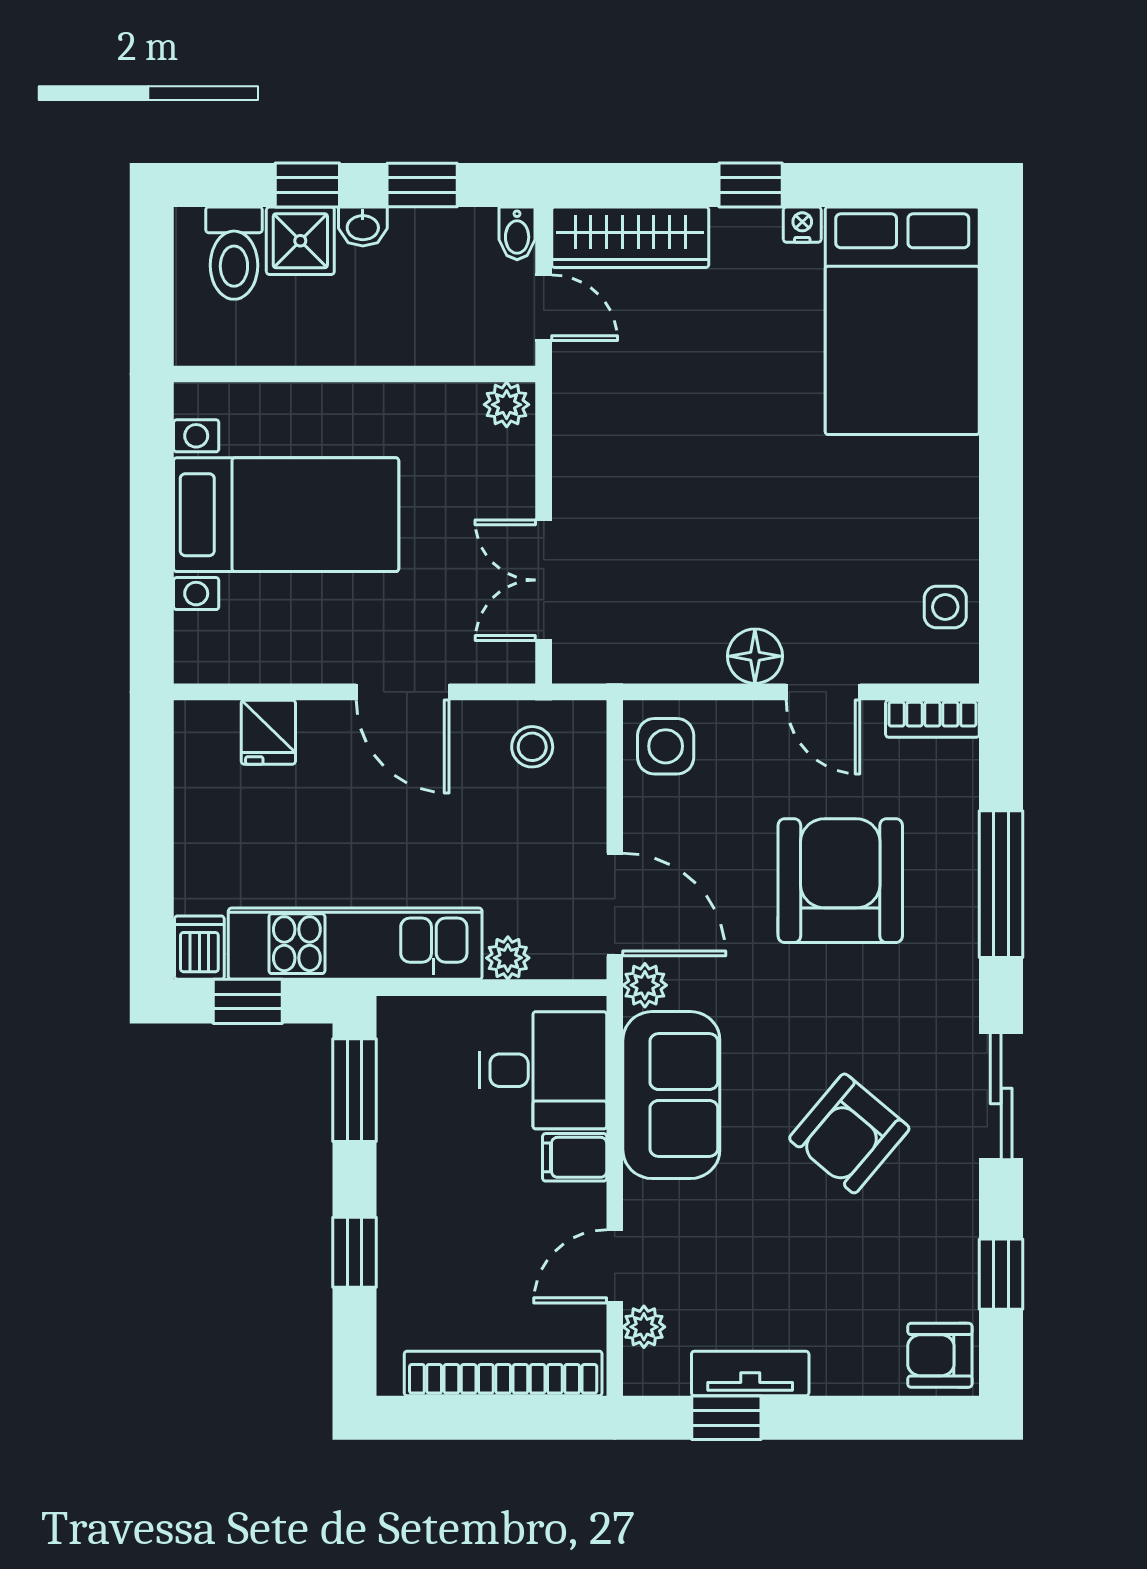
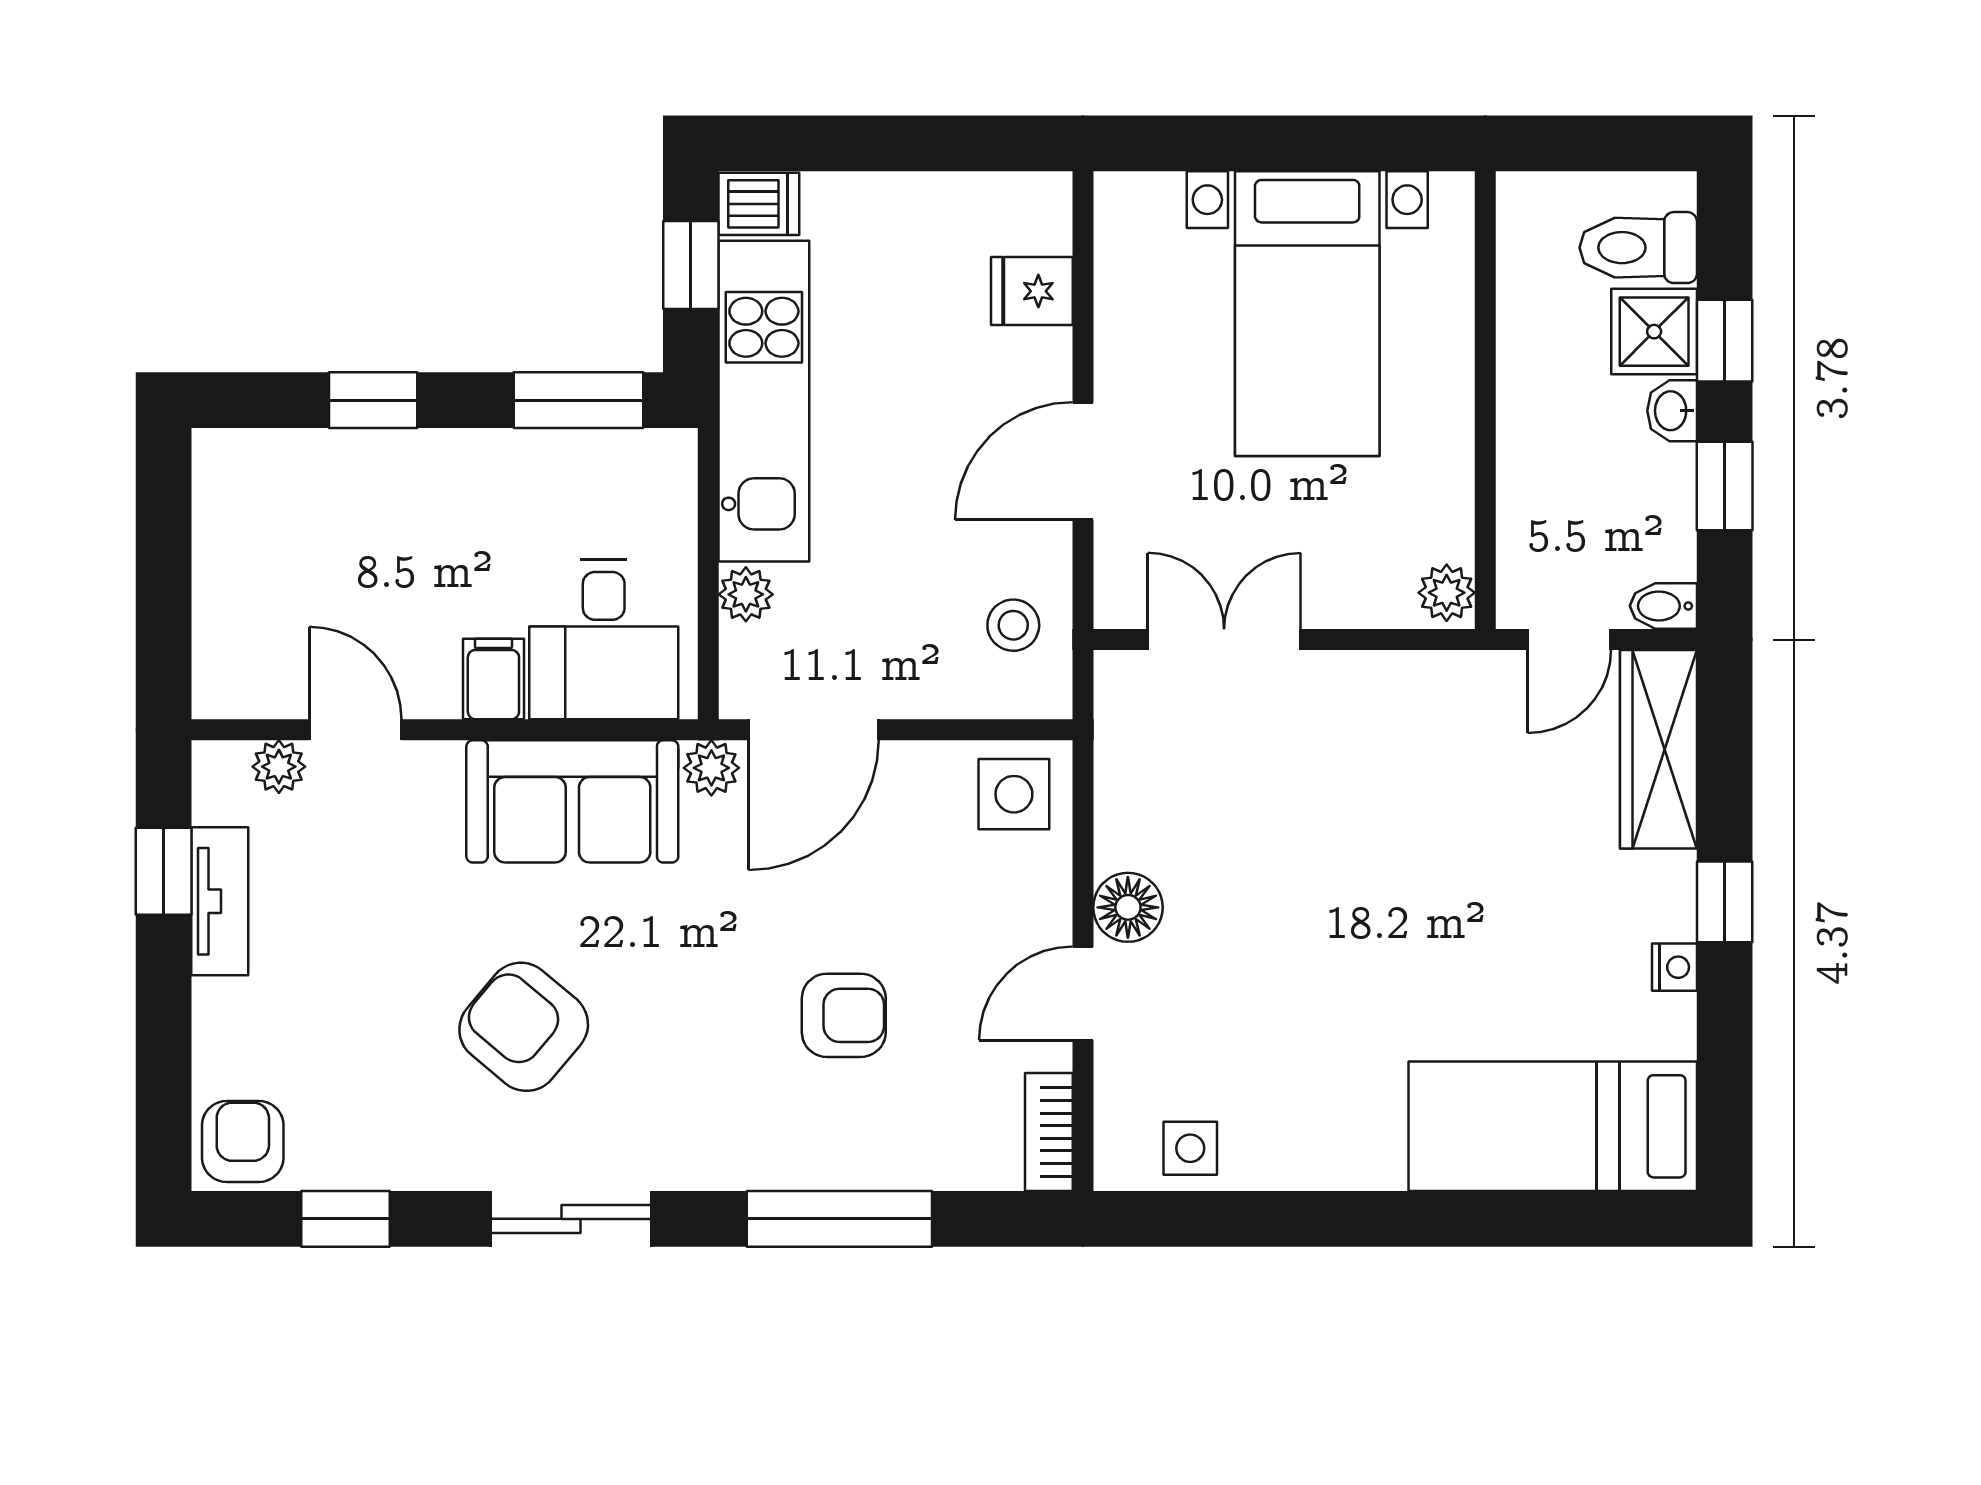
bed: (902, 321) -> (1553, 1126), width x0.67
armchair: (840, 881) -> (844, 1015), width x0.53, depth x0.53
bookcase: (503, 1373) -> (220, 588), removed

